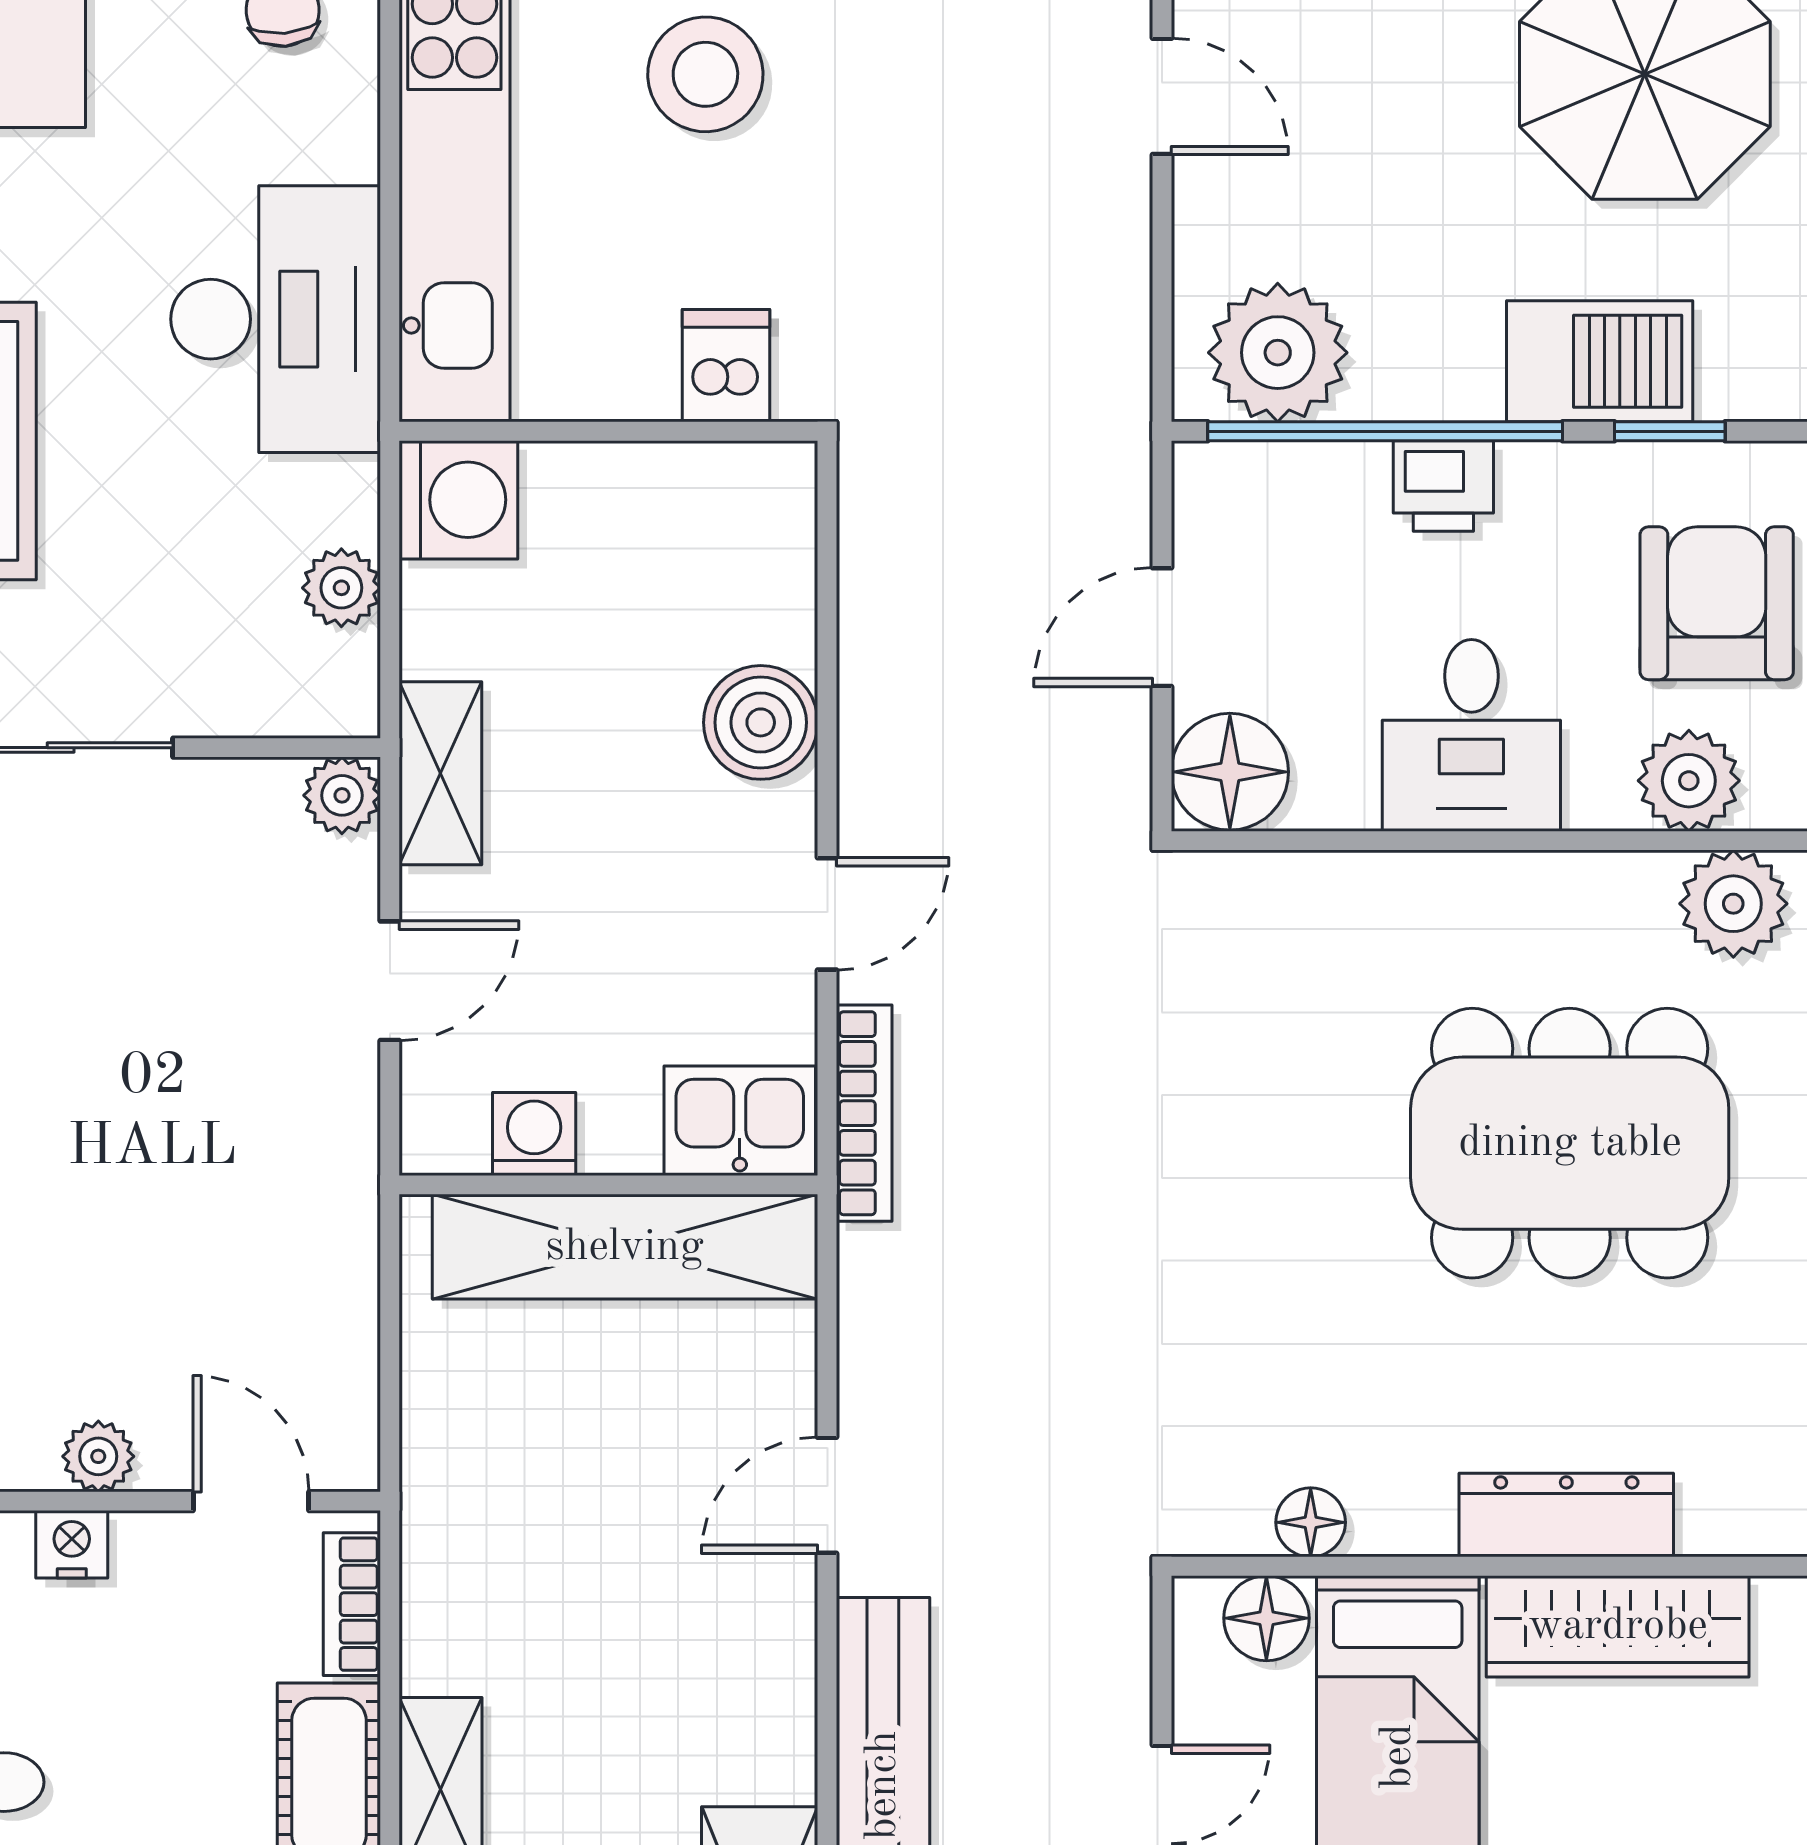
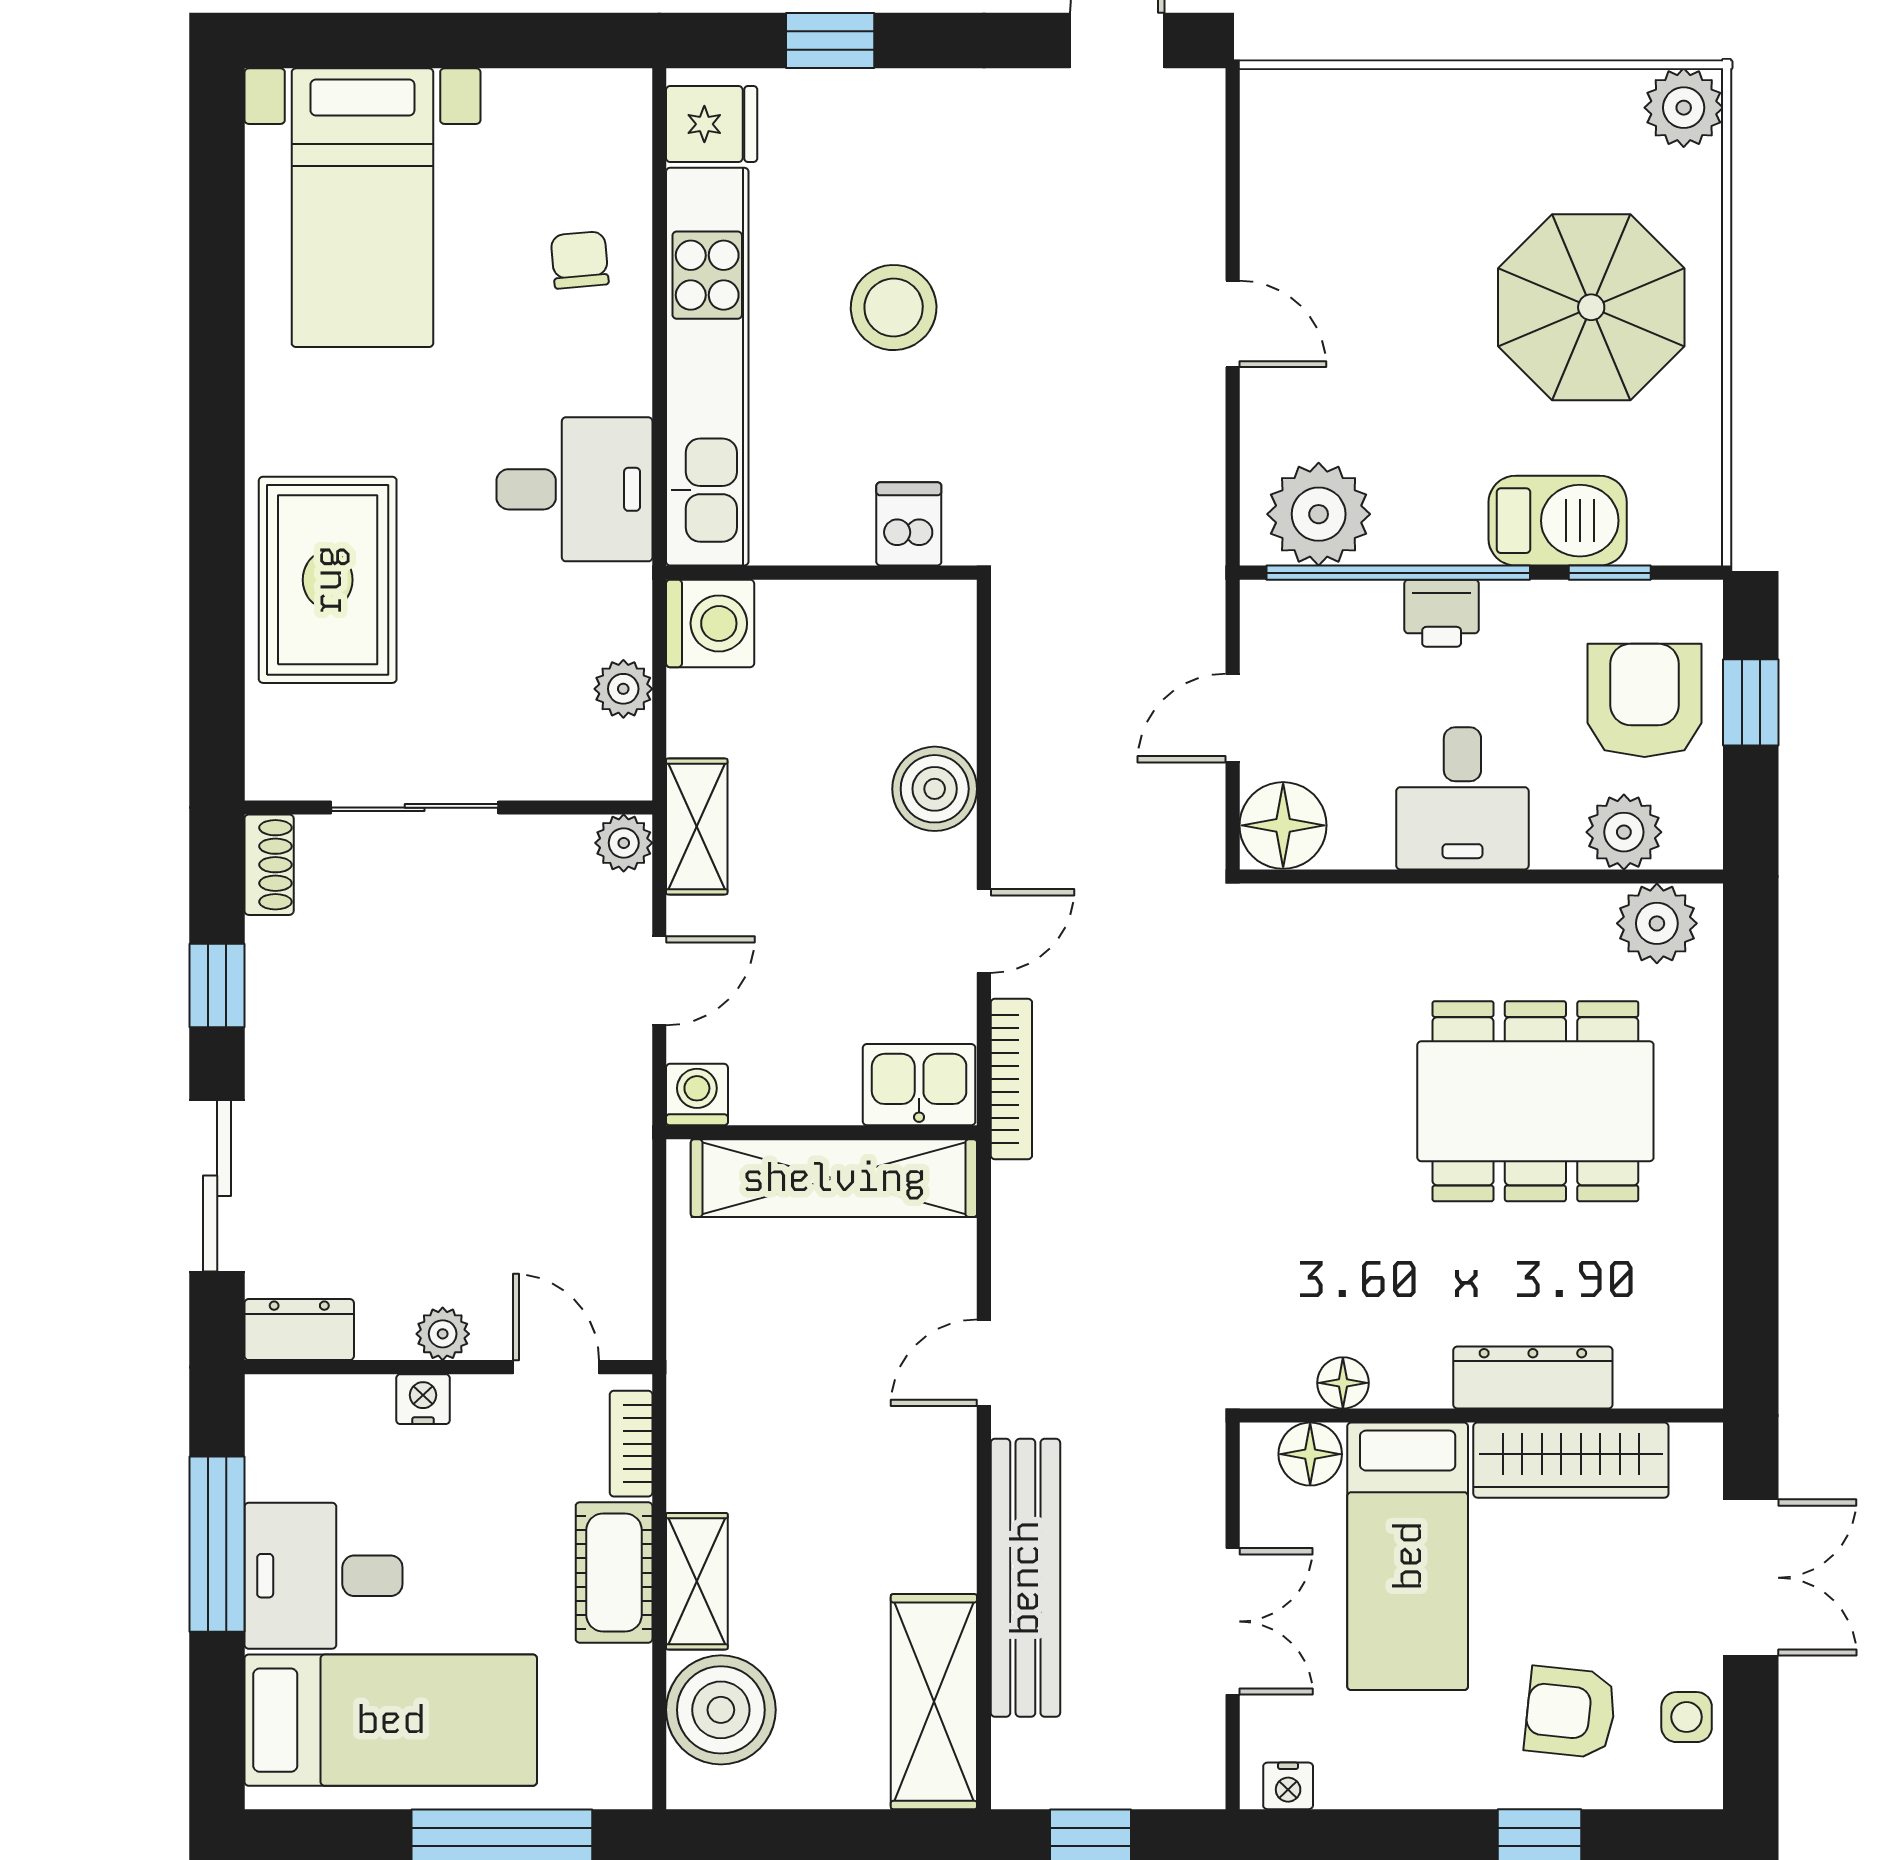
desk: (276, 319) -> (574, 489), width x0.73
washing machine: (534, 1134) -> (697, 1094), moved

